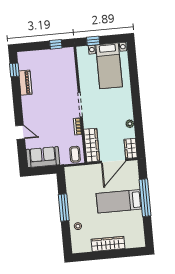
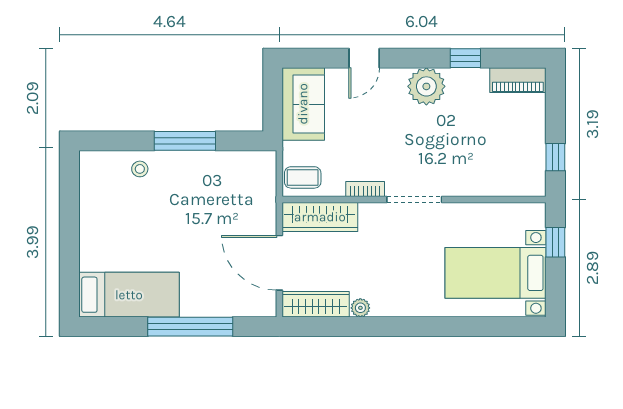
window: (14, 70) -> (465, 58), moved
piano: (25, 83) -> (518, 80), moved
plant: (30, 104) -> (426, 86), added
wardrobe: (131, 148) -> (316, 304), width x1.50
bed: (119, 201) -> (129, 295), moved, turned 90
wardrobe: (108, 244) -> (93, 233), removed

